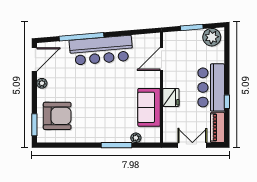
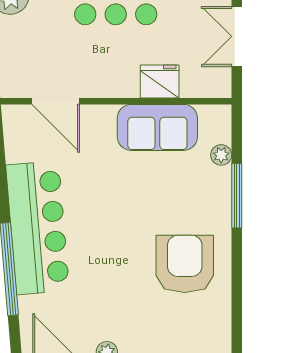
fridge: (171, 97) -> (160, 82), moved
armchair: (57, 116) -> (185, 264), moved

